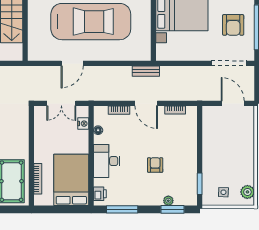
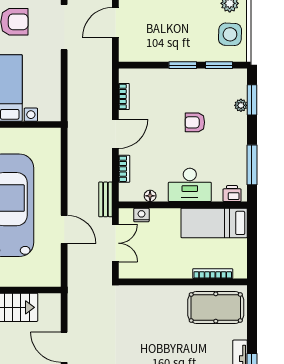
bench: (146, 71) -> (106, 199), moved
window: (200, 156) -> (183, 65), added
bed: (71, 180) -> (214, 223), width x0.67
side table: (223, 192) -> (230, 34), width x1.87, depth x1.87

